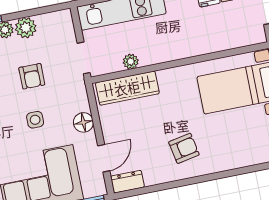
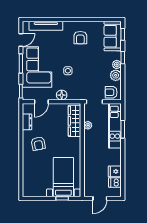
armchair: (32, 76) -> (111, 92), moved
door: (104, 158) -> (41, 102), hinge flipped
dresser: (127, 182) -> (27, 122), moved

